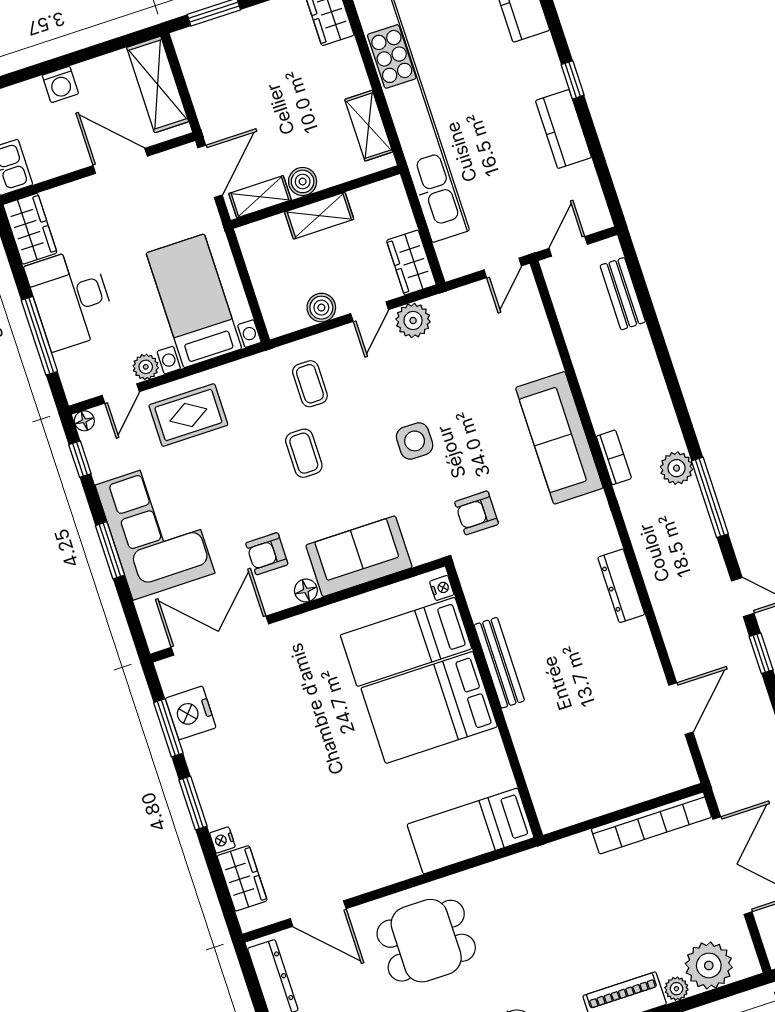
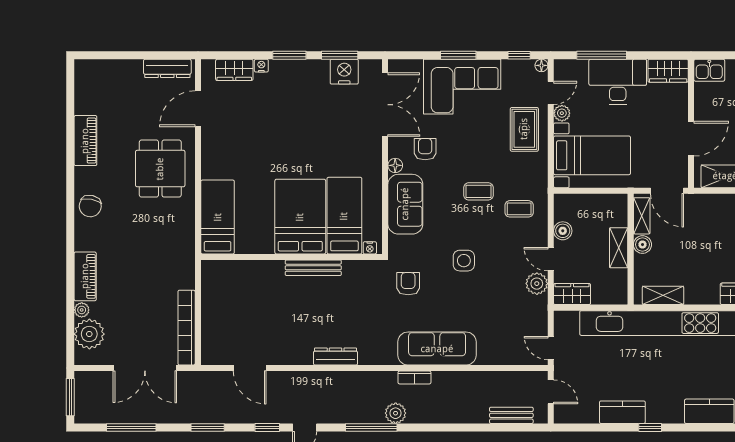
door: (121, 393) -> (551, 93), swing flipped

